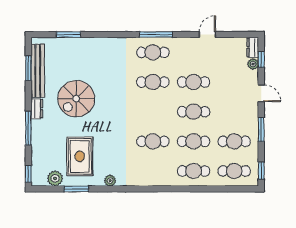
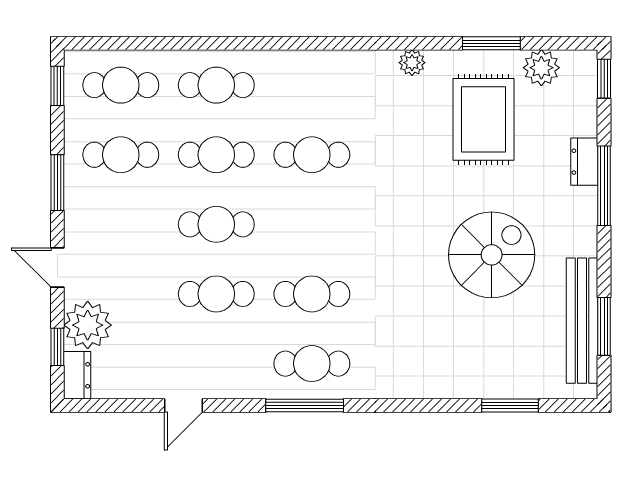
plant: (253, 64) -> (88, 325), width x1.88, depth x1.88
dresser: (37, 109) -> (584, 162), moved

